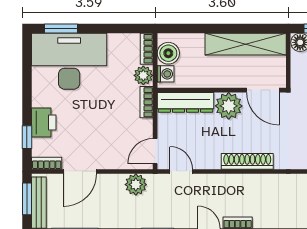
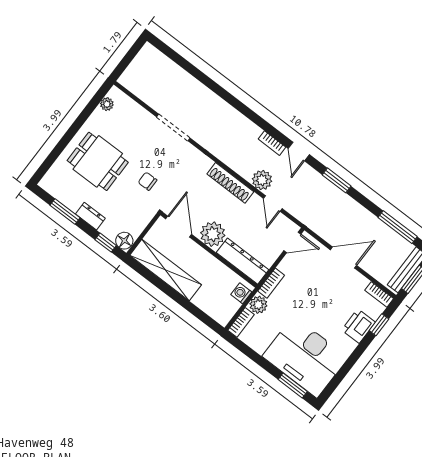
boiler: (168, 53) -> (228, 307), removed
door: (80, 171) -> (344, 258), moved
door: (181, 171) -> (273, 203), moved
plant: (136, 185) -> (262, 180), moved

